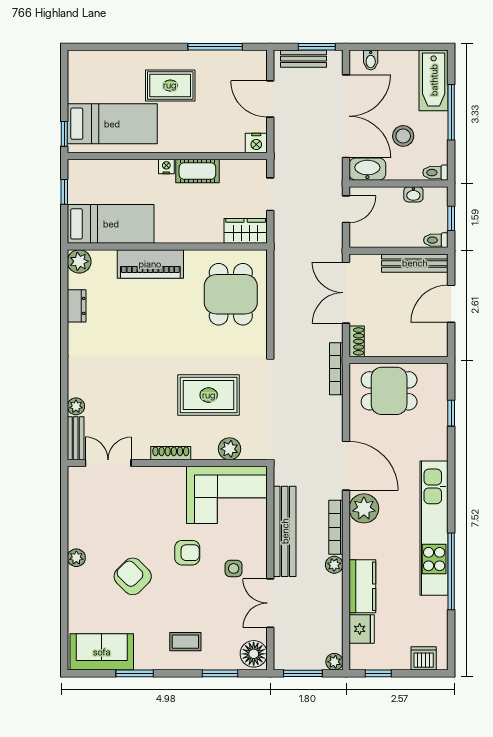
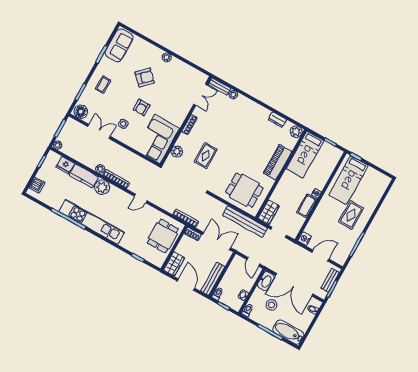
wardrobe: (427, 344) -> (174, 264), added
rug: (209, 395) -> (206, 156), width x0.73, depth x0.70
door: (346, 466) -> (141, 199), width x0.53
plant: (364, 508) -> (102, 187), moved
bench: (285, 531) -> (245, 222), moved

